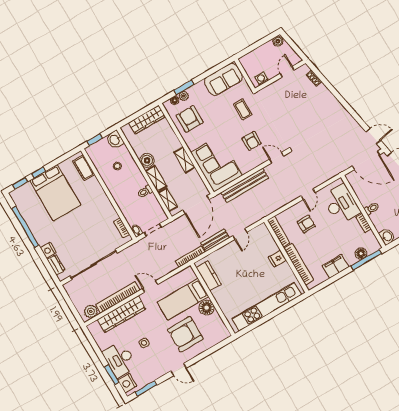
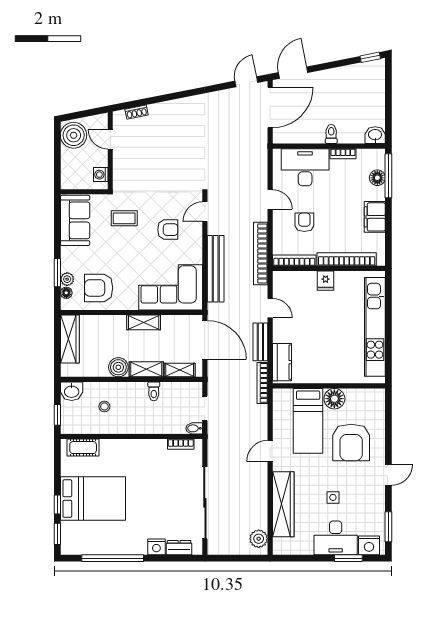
boiler: (278, 41) -> (74, 135), width x1.86, depth x1.86
kitchen counter: (209, 276) -> (282, 362), moved, turned 90
bookcase: (118, 297) -> (261, 253), moved

